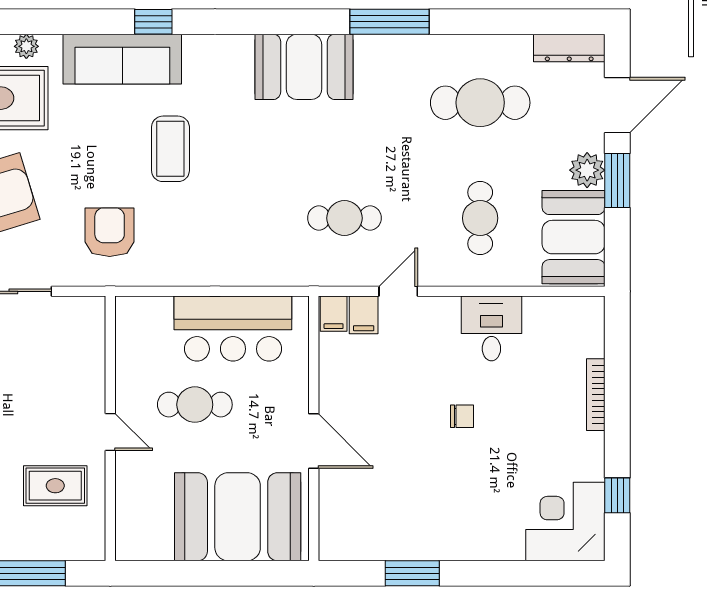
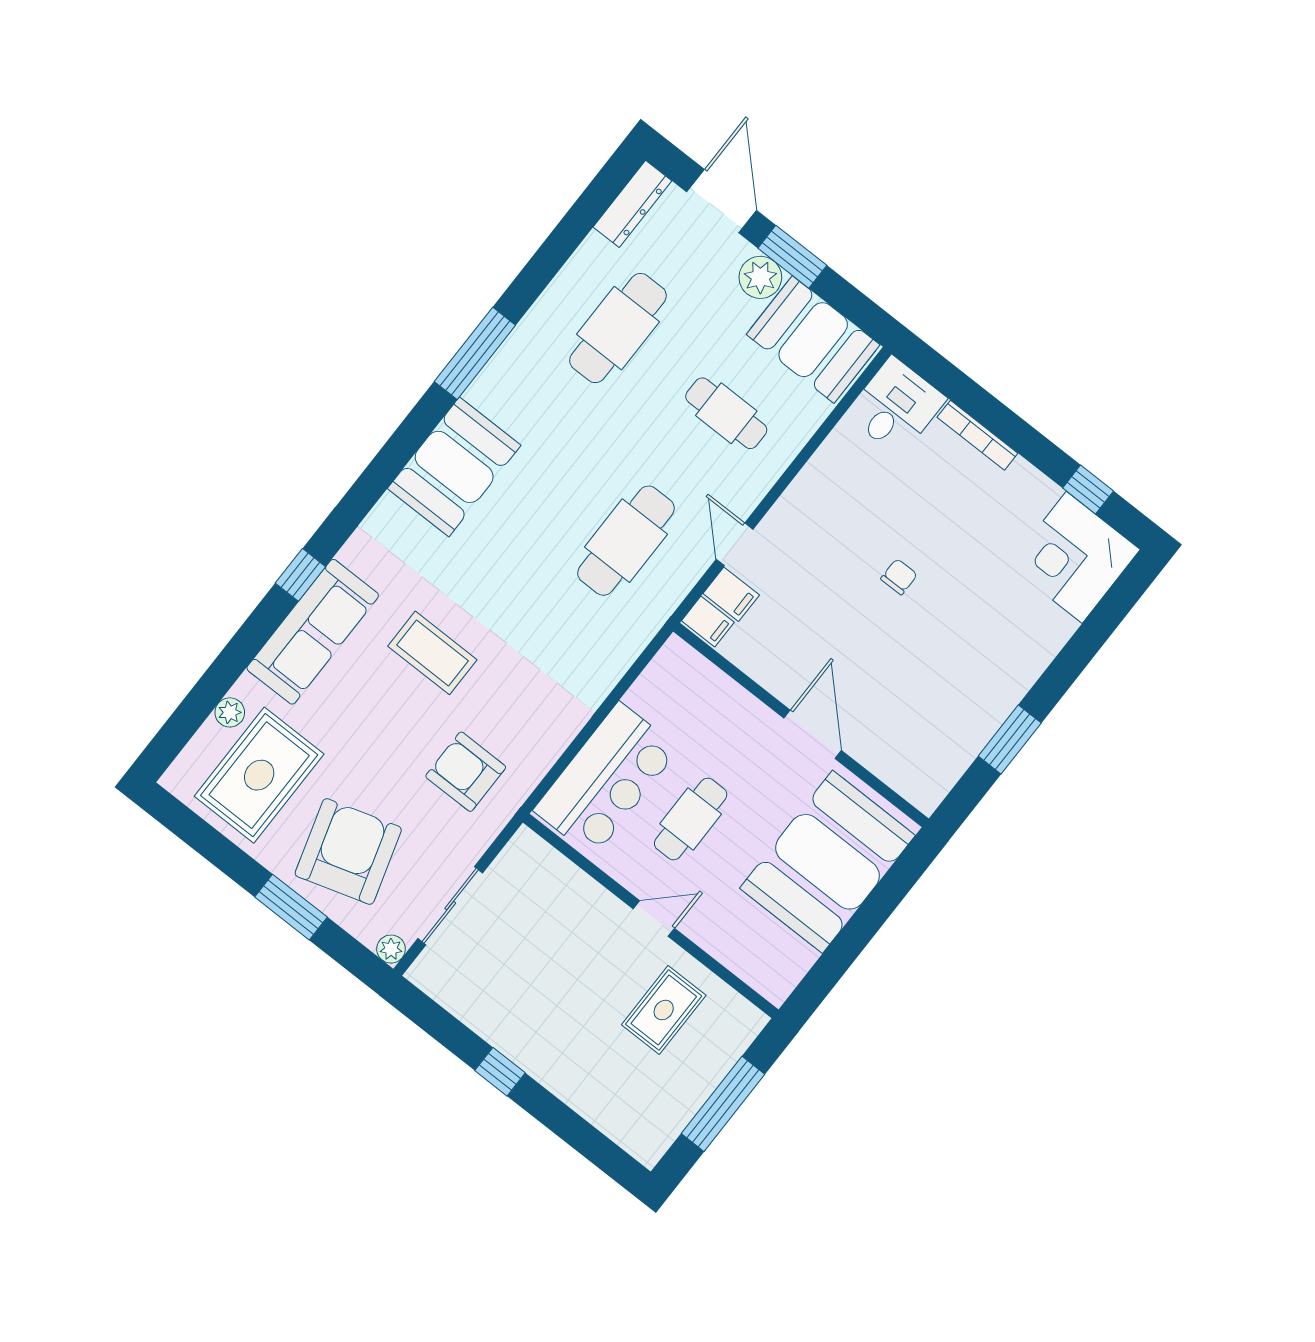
cafe table: (344, 218) -> (626, 541), width x1.37, depth x1.35
desk: (491, 328) -> (896, 406), moved, turned 90
bar counter: (233, 329) -> (606, 779), moved
door: (314, 441) -> (813, 734), hinge flipped

